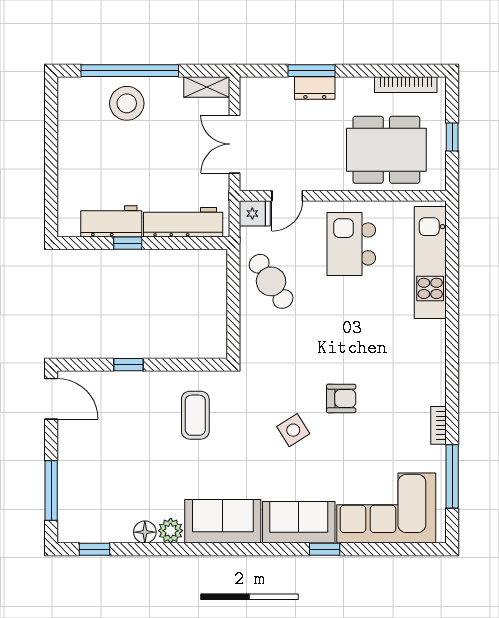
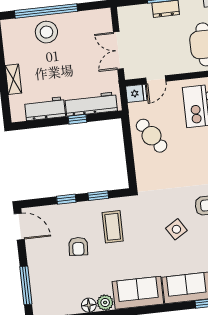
shelving: (207, 87) -> (13, 79), moved, turned 90
window: (128, 243) -> (77, 119), moved
window: (178, 365) -> (98, 196), added
armchair: (139, 440) -> (78, 246), added

